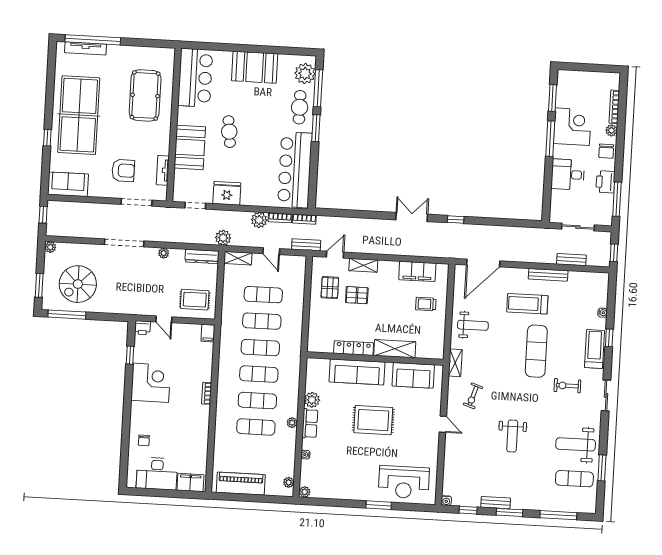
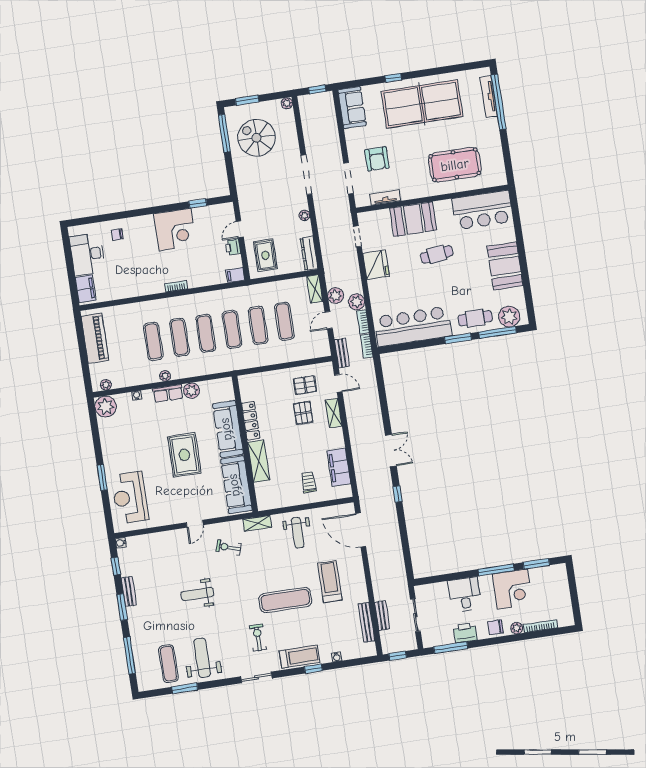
plant: (223, 238) -> (336, 296), moved
bench: (548, 275) -> (367, 622), moved
printer: (142, 328) -> (233, 247), moved
sofa: (413, 375) -> (236, 485), width x1.36
plant: (305, 492) -> (106, 407), width x1.87, depth x1.87

